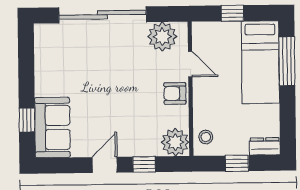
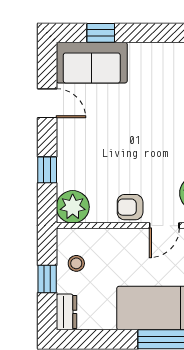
armchair: (175, 93) -> (130, 207), turned -90
stool: (206, 137) -> (76, 263), moved
door: (105, 165) -> (47, 103), moved

